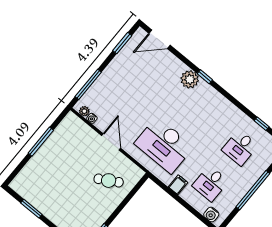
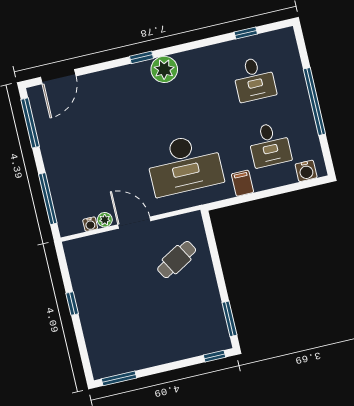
window: (122, 43) -> (30, 123), width x1.44
plant: (190, 79) -> (164, 69), moved
plant: (84, 111) -> (105, 220), moved
window: (41, 142) -> (72, 303), width x0.46
window: (31, 209) -> (119, 378), moved

